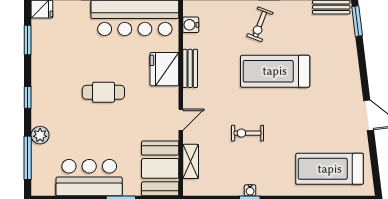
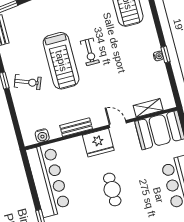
fridge: (164, 69) -> (98, 143), moved
exercise bike: (247, 133) -> (90, 52), moved

